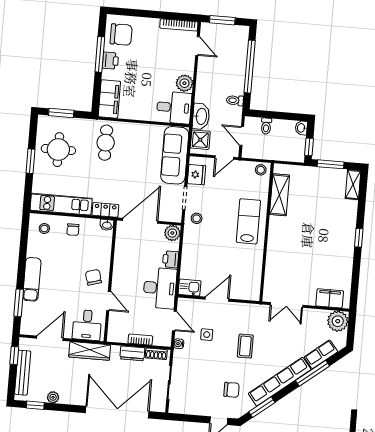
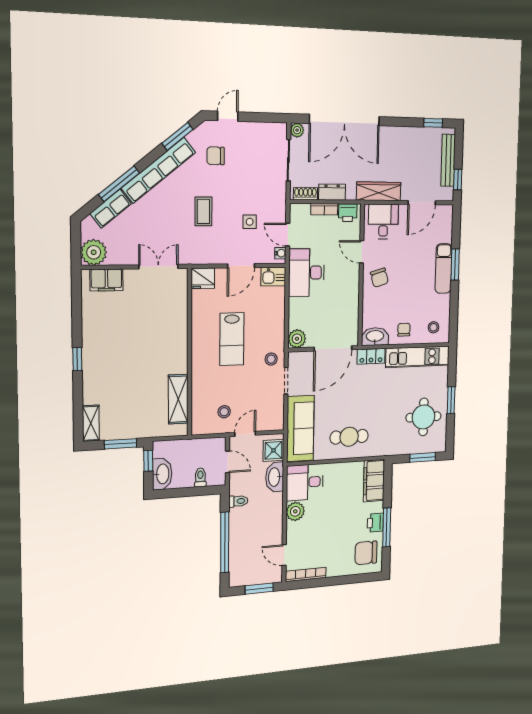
washbasin: (301, 128) -> (162, 474), width x1.91, depth x1.45
cafe table: (106, 143) -> (349, 437), moved, turned 90
stool: (261, 170) -> (224, 412), moved
fridge: (197, 175) -> (203, 278), moved, turned -90
lab bench: (248, 221) -> (232, 339), moved
washbasin: (107, 225) -> (375, 337), width x1.91, depth x1.45
printer: (171, 259) -> (348, 213), moved, turned 90
window: (19, 303) -> (455, 264), moved
water cooler: (179, 344) -> (280, 253), moved
plant: (53, 397) -> (297, 130), moved

